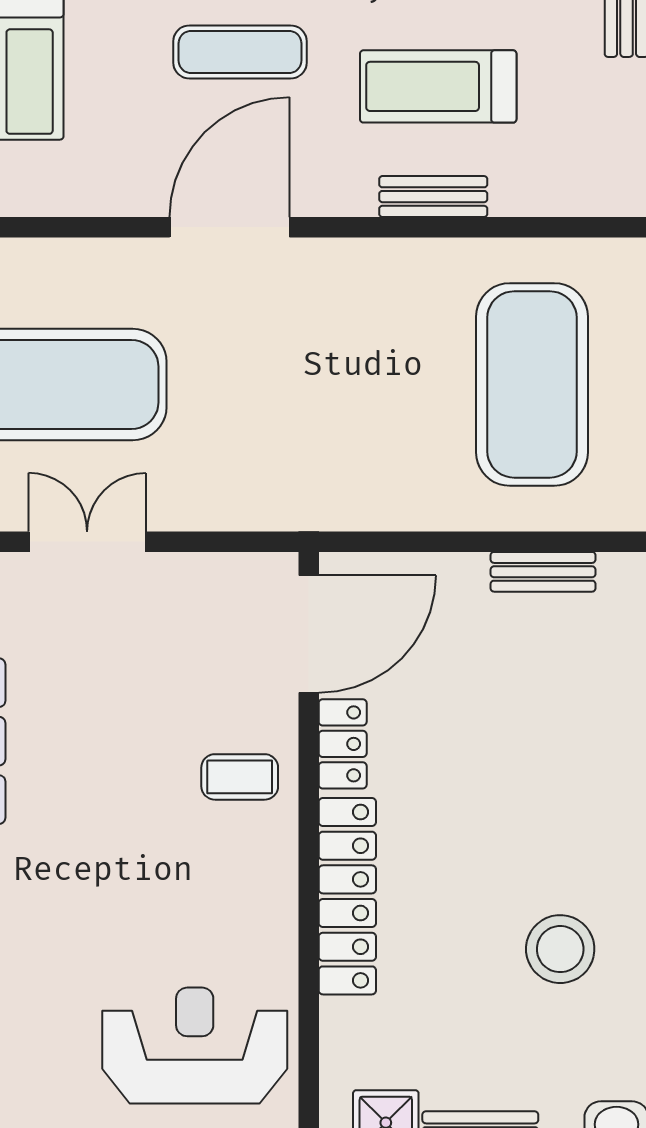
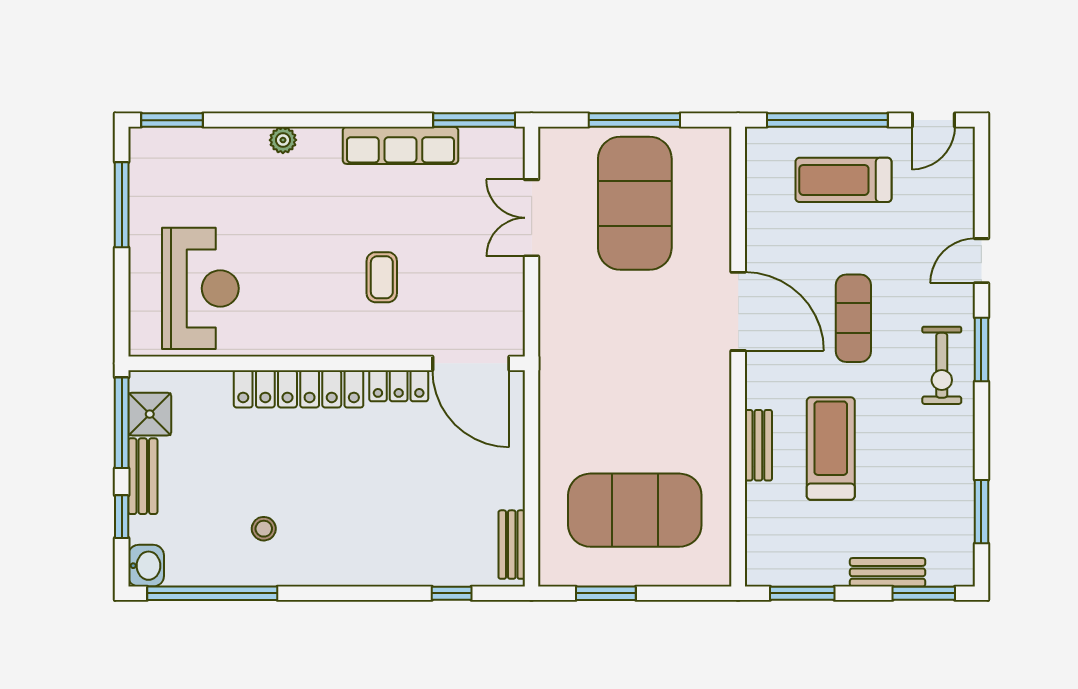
double door: (87, 542) -> (532, 218), swing flipped
bench: (543, 572) -> (512, 545), moved
coffee table: (240, 777) -> (382, 277), moved
stool: (560, 949) -> (264, 529), width x0.53, depth x0.53

